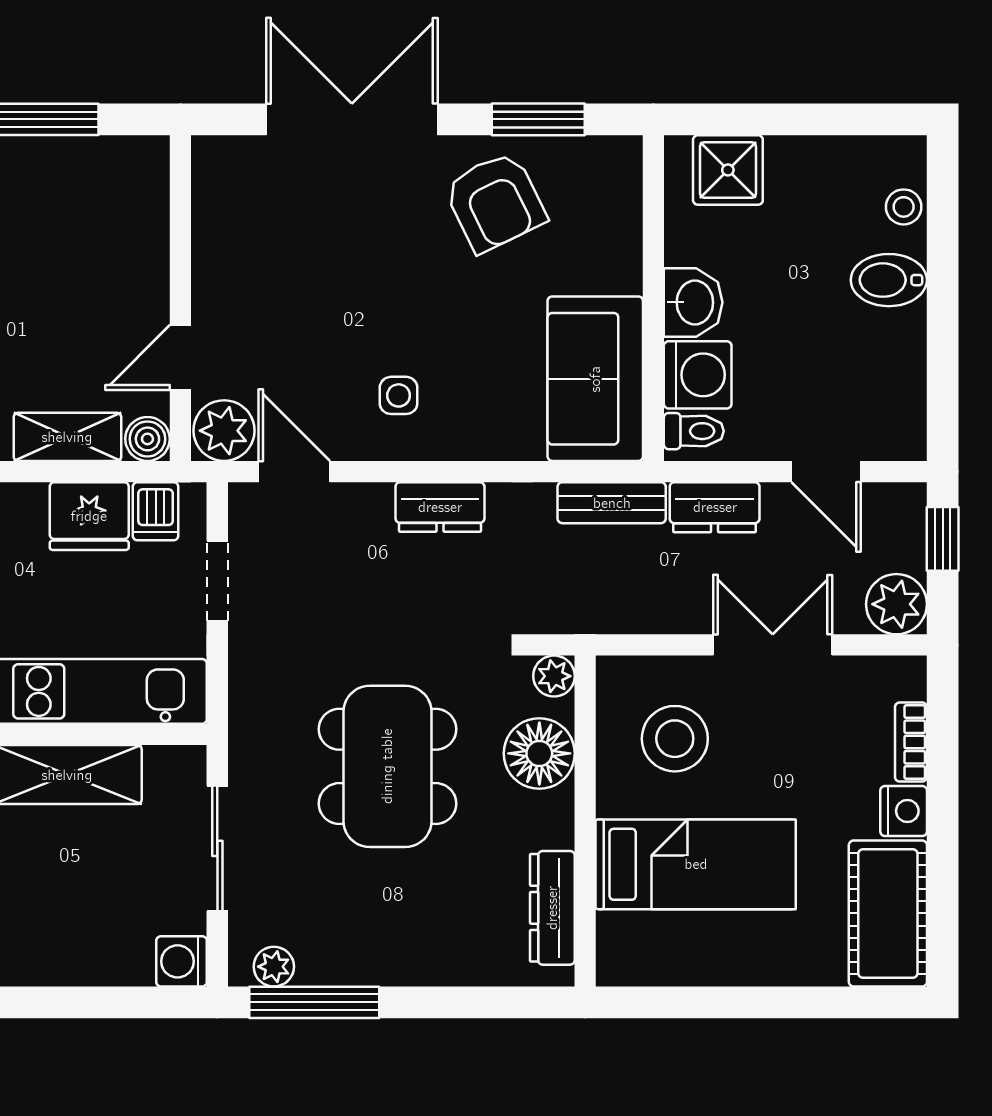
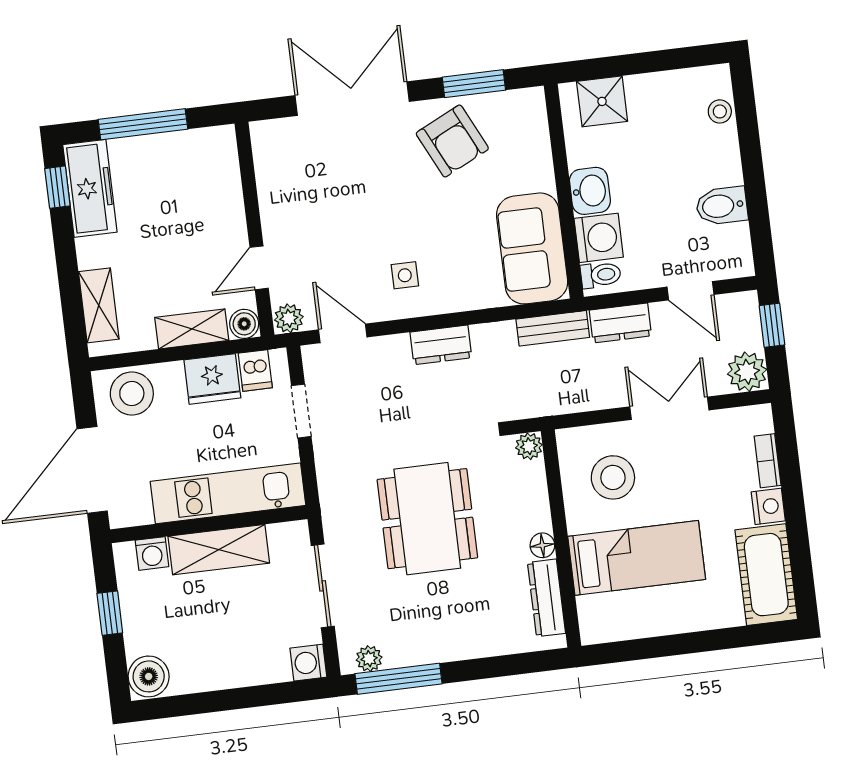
bidet: (889, 280) -> (722, 206), moved
plant: (224, 431) -> (289, 318), width x0.73, depth x0.73
floor lamp: (539, 753) -> (542, 545), moved, width x0.53, depth x0.53

